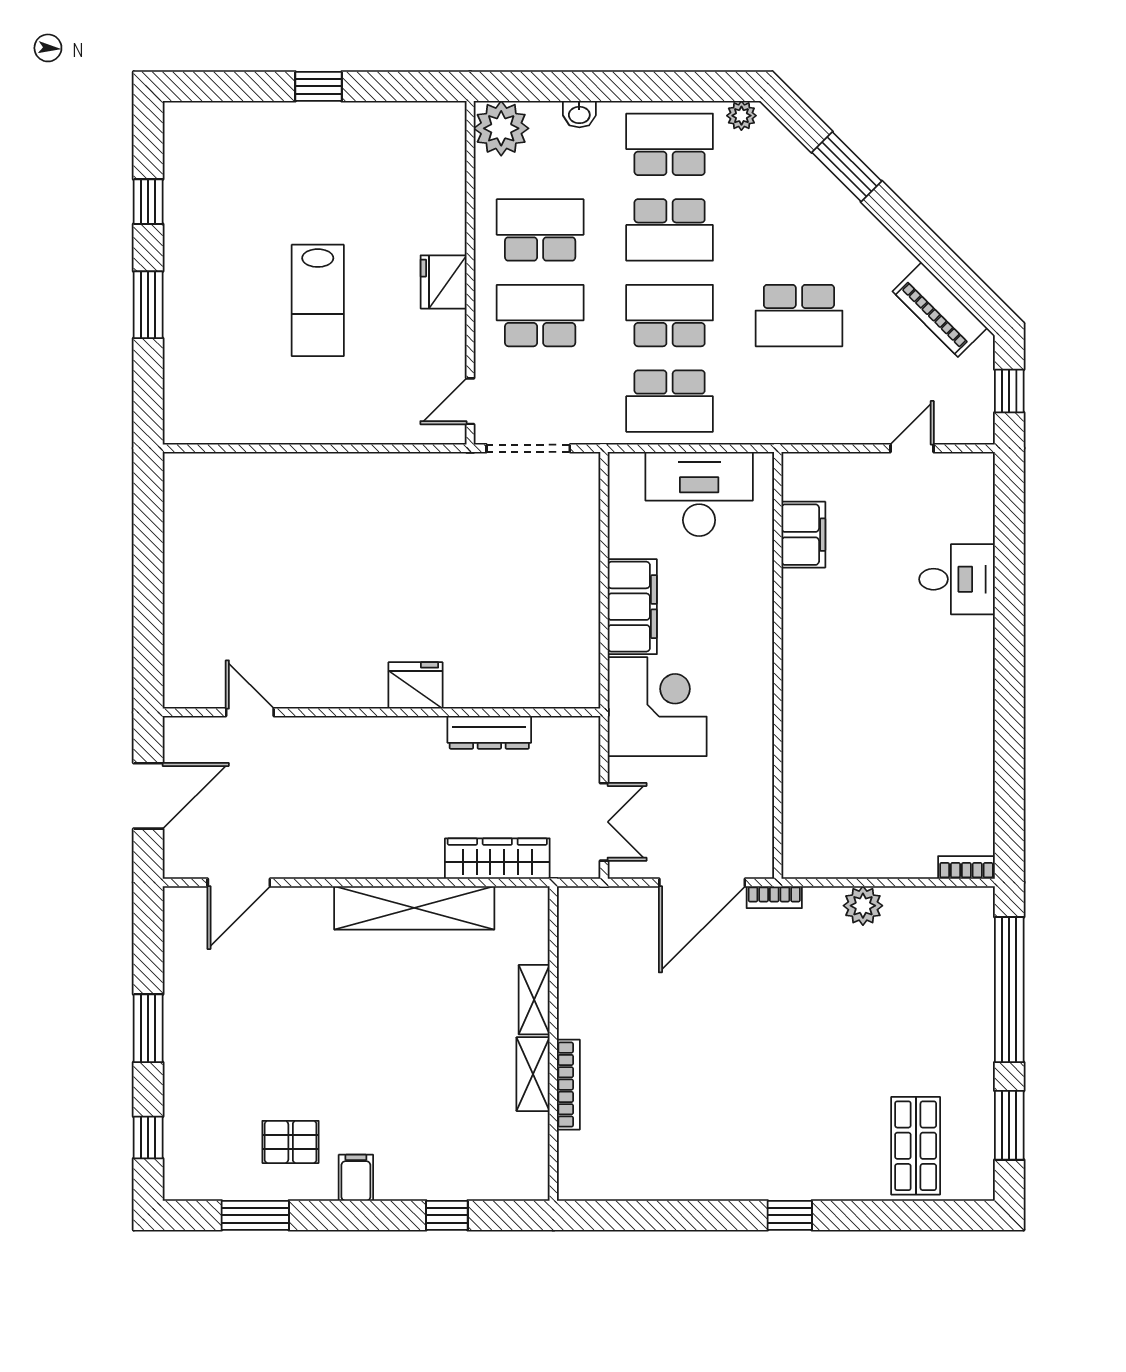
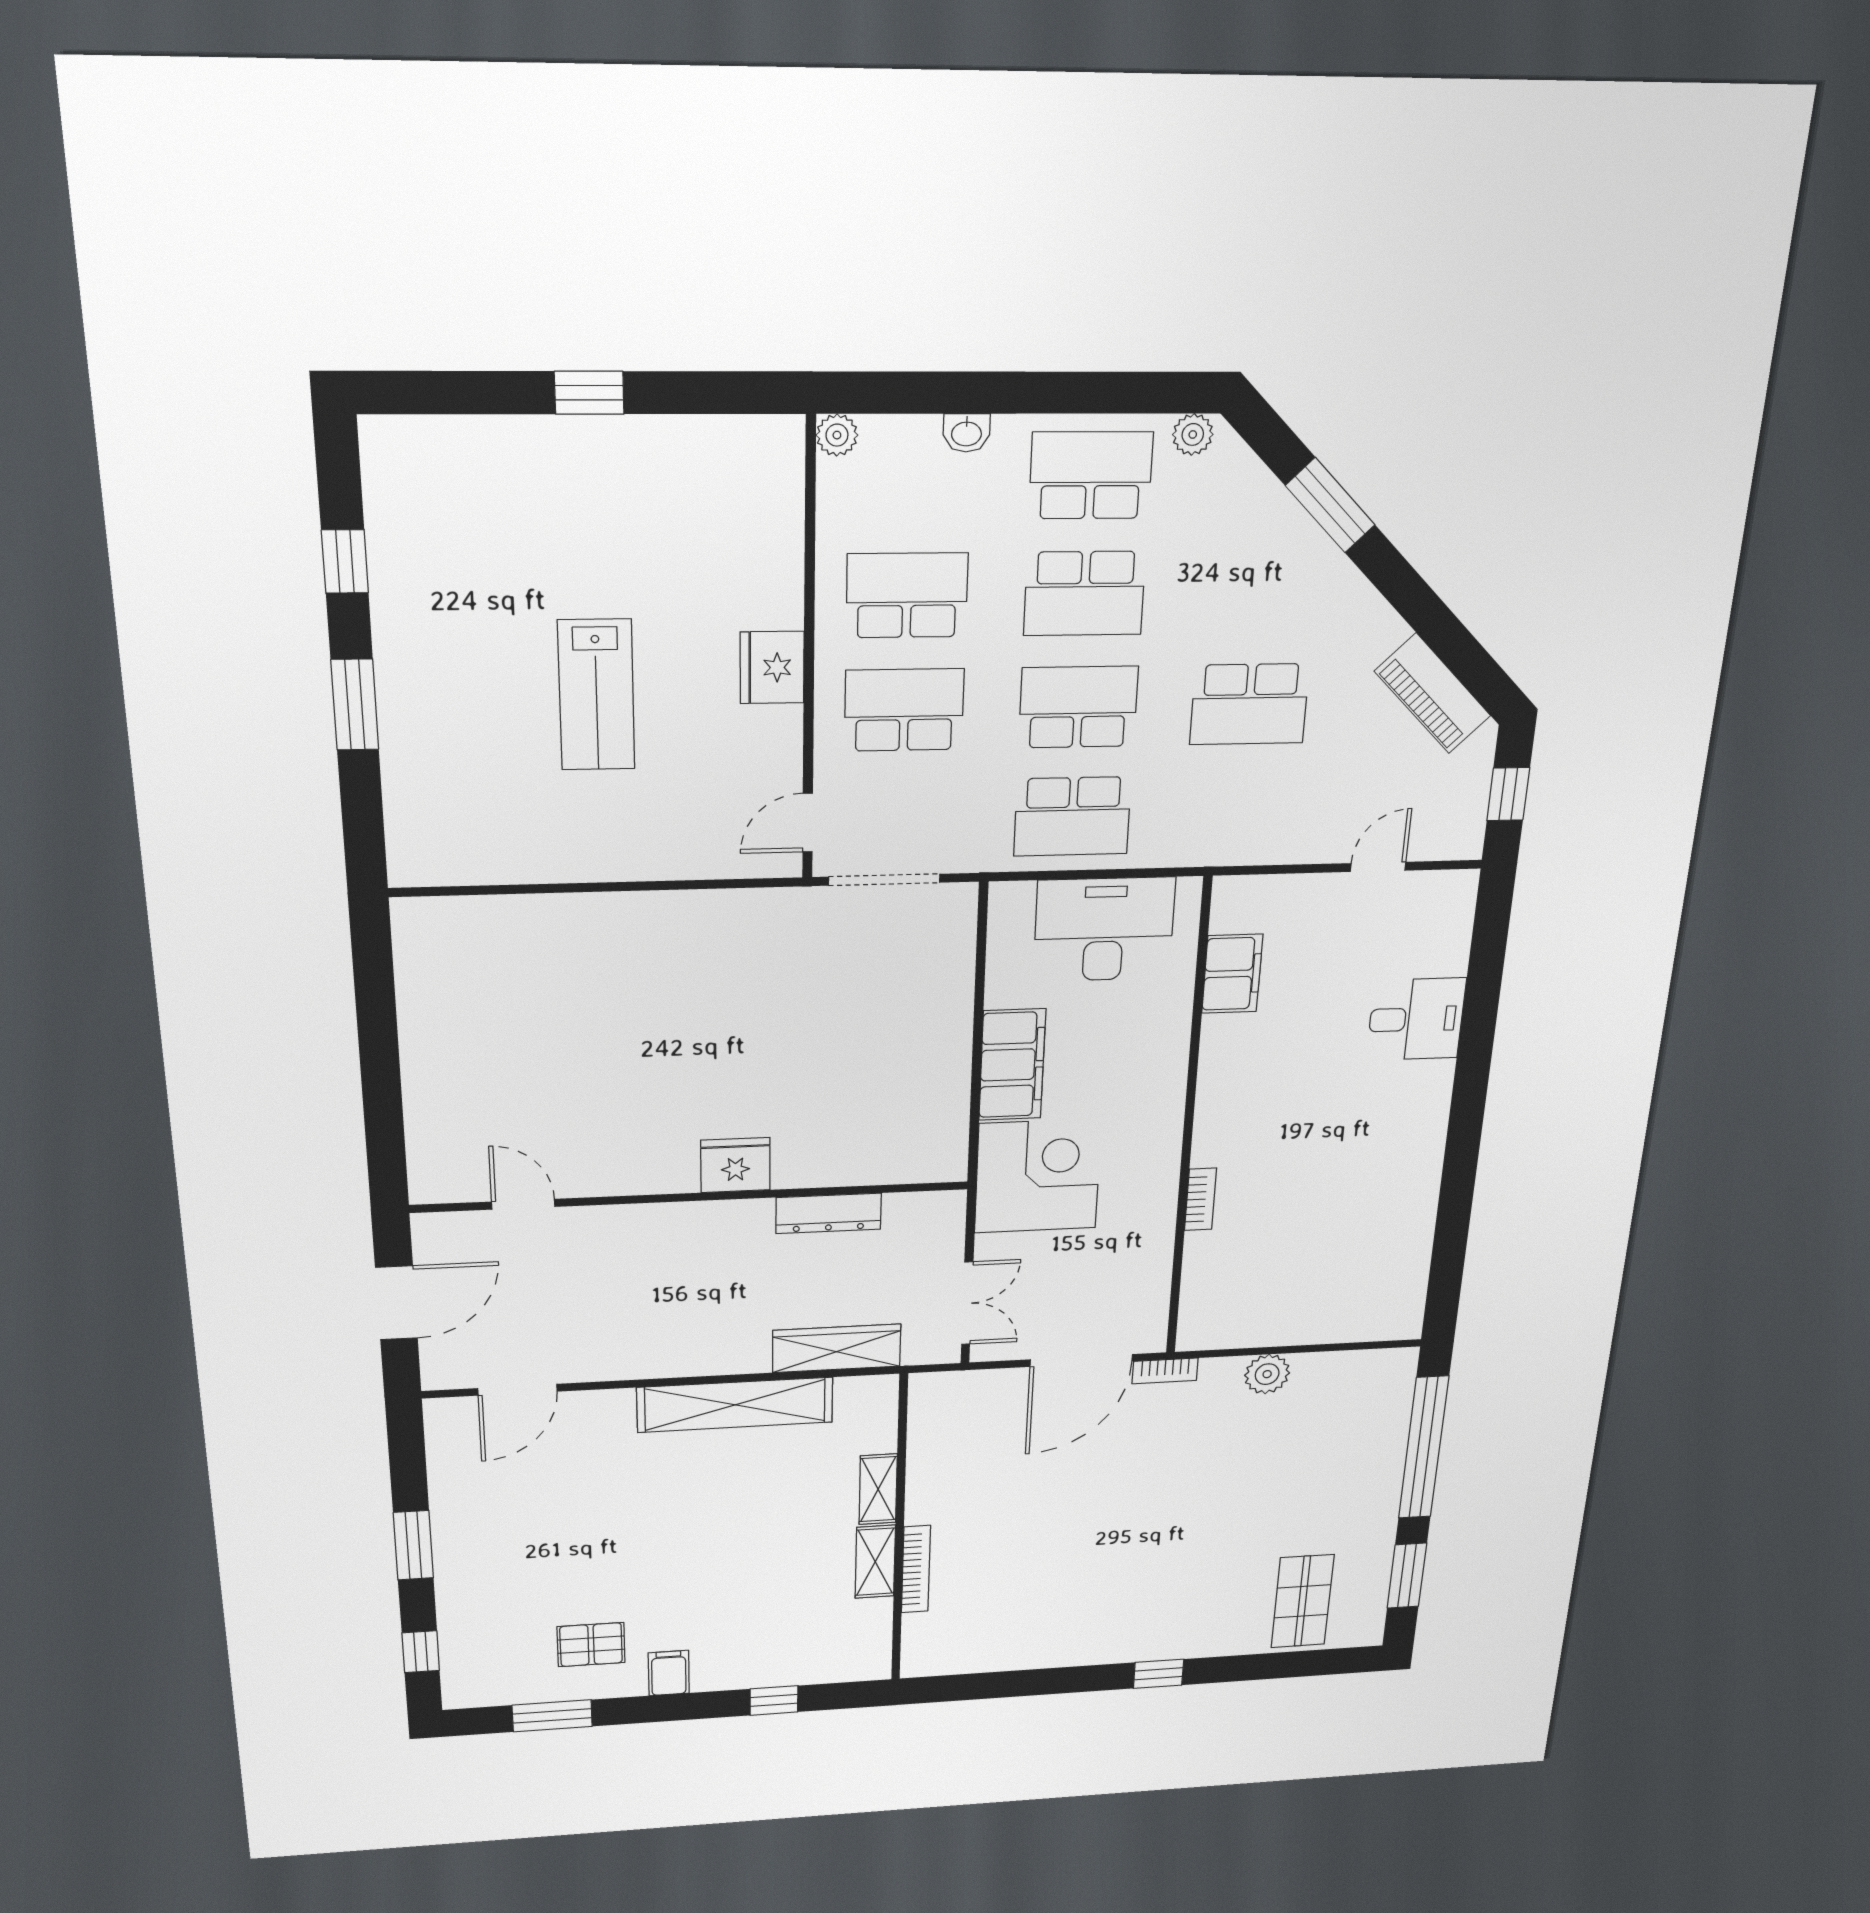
plant: (501, 128) -> (837, 435), width x0.53, depth x0.53
bookcase: (966, 867) -> (1200, 1199), moved, turned 90

